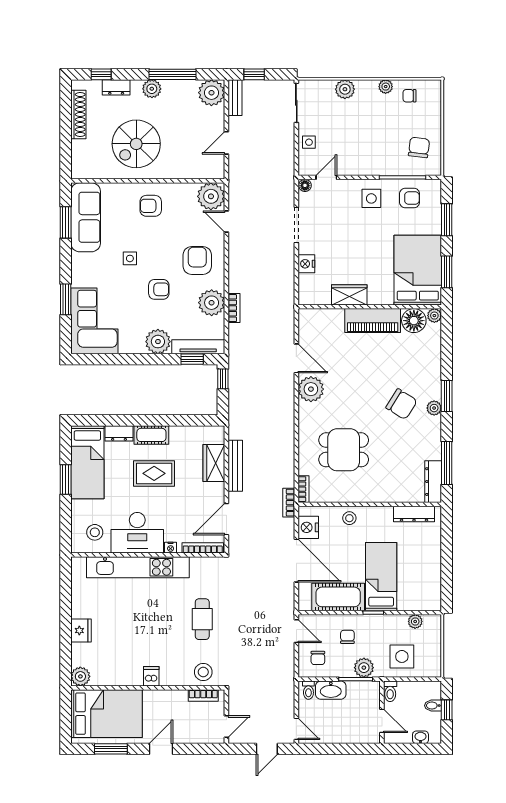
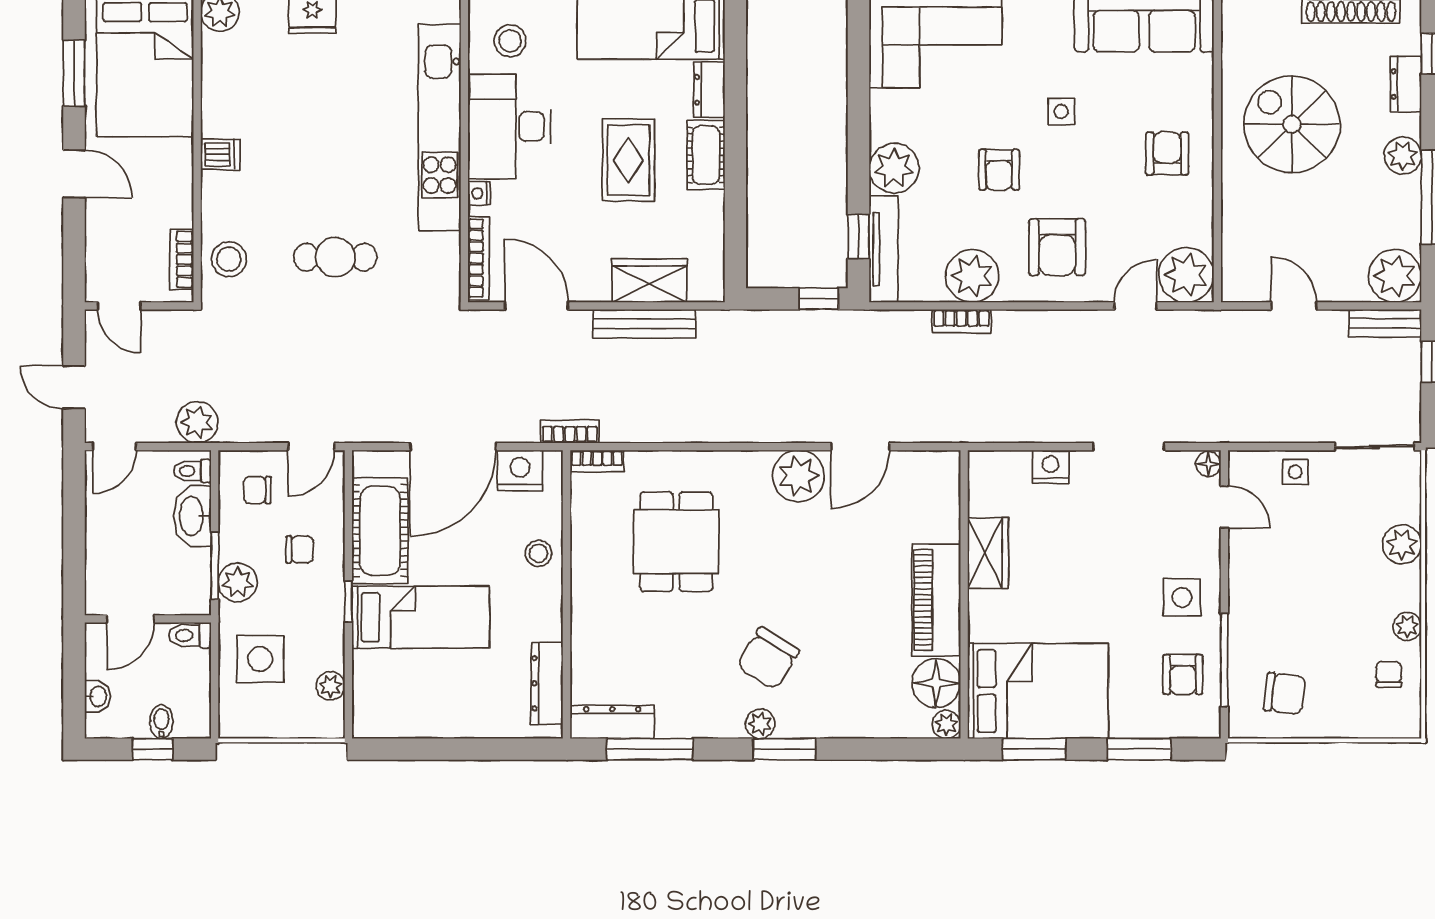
armchair: (197, 260) -> (1057, 247), turned 90
plant: (284, 688) -> (197, 422), added

